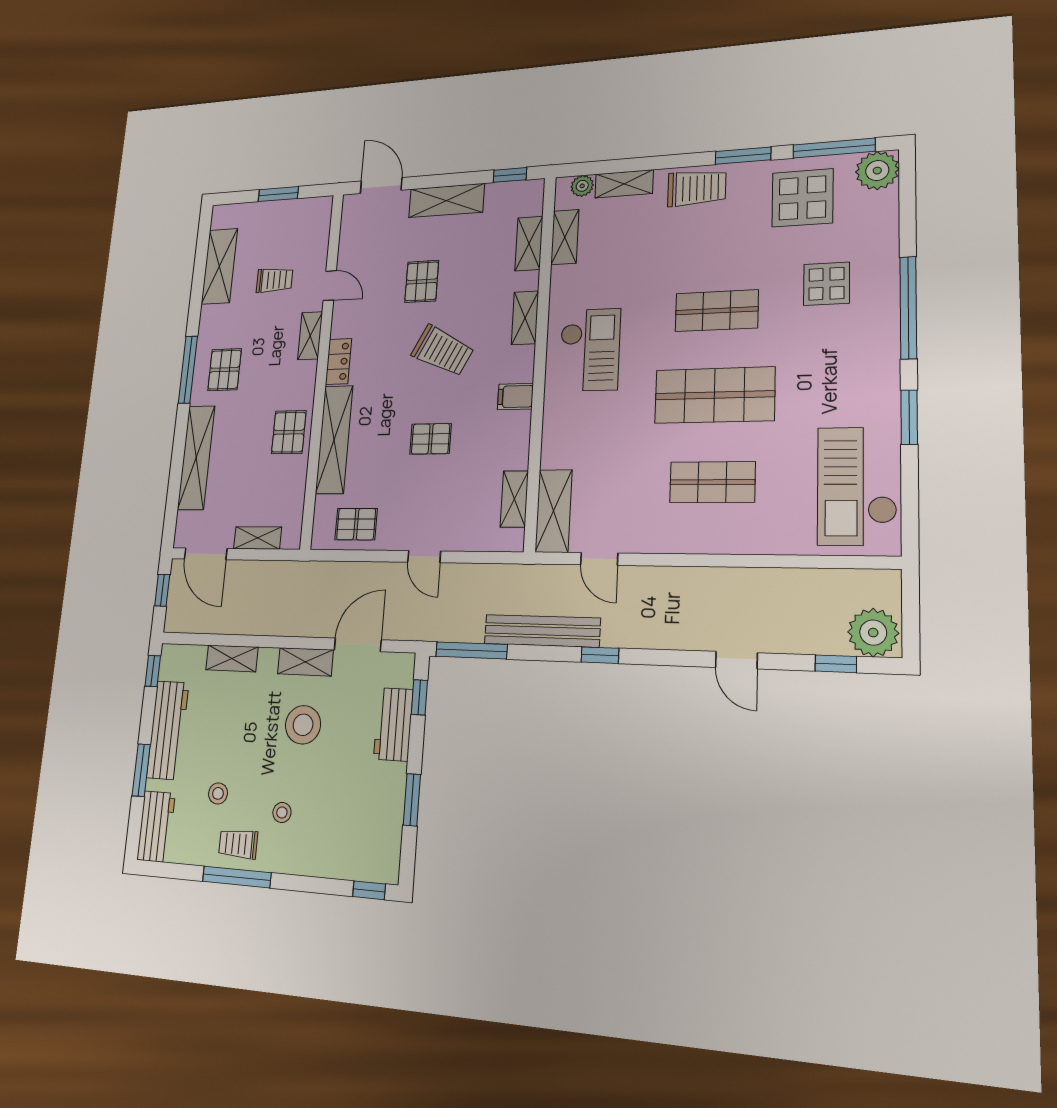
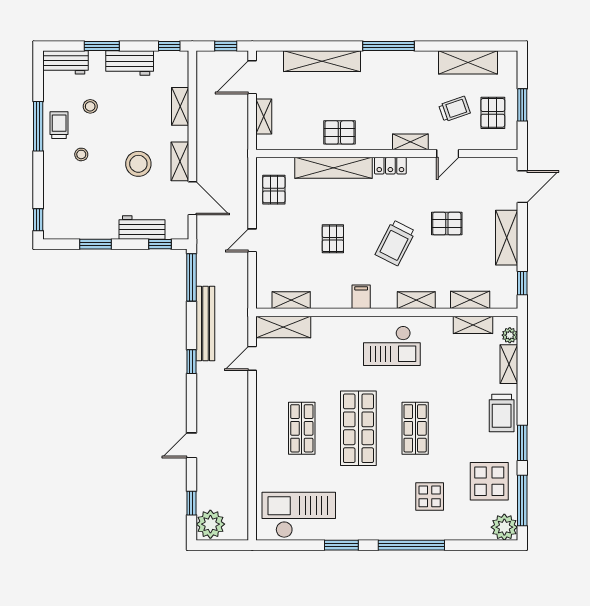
trolley: (275, 280) -> (454, 109), turned -109
pallet: (225, 370) -> (493, 113), moved, turned 90
workbench: (168, 730) -> (130, 63), width x0.73

